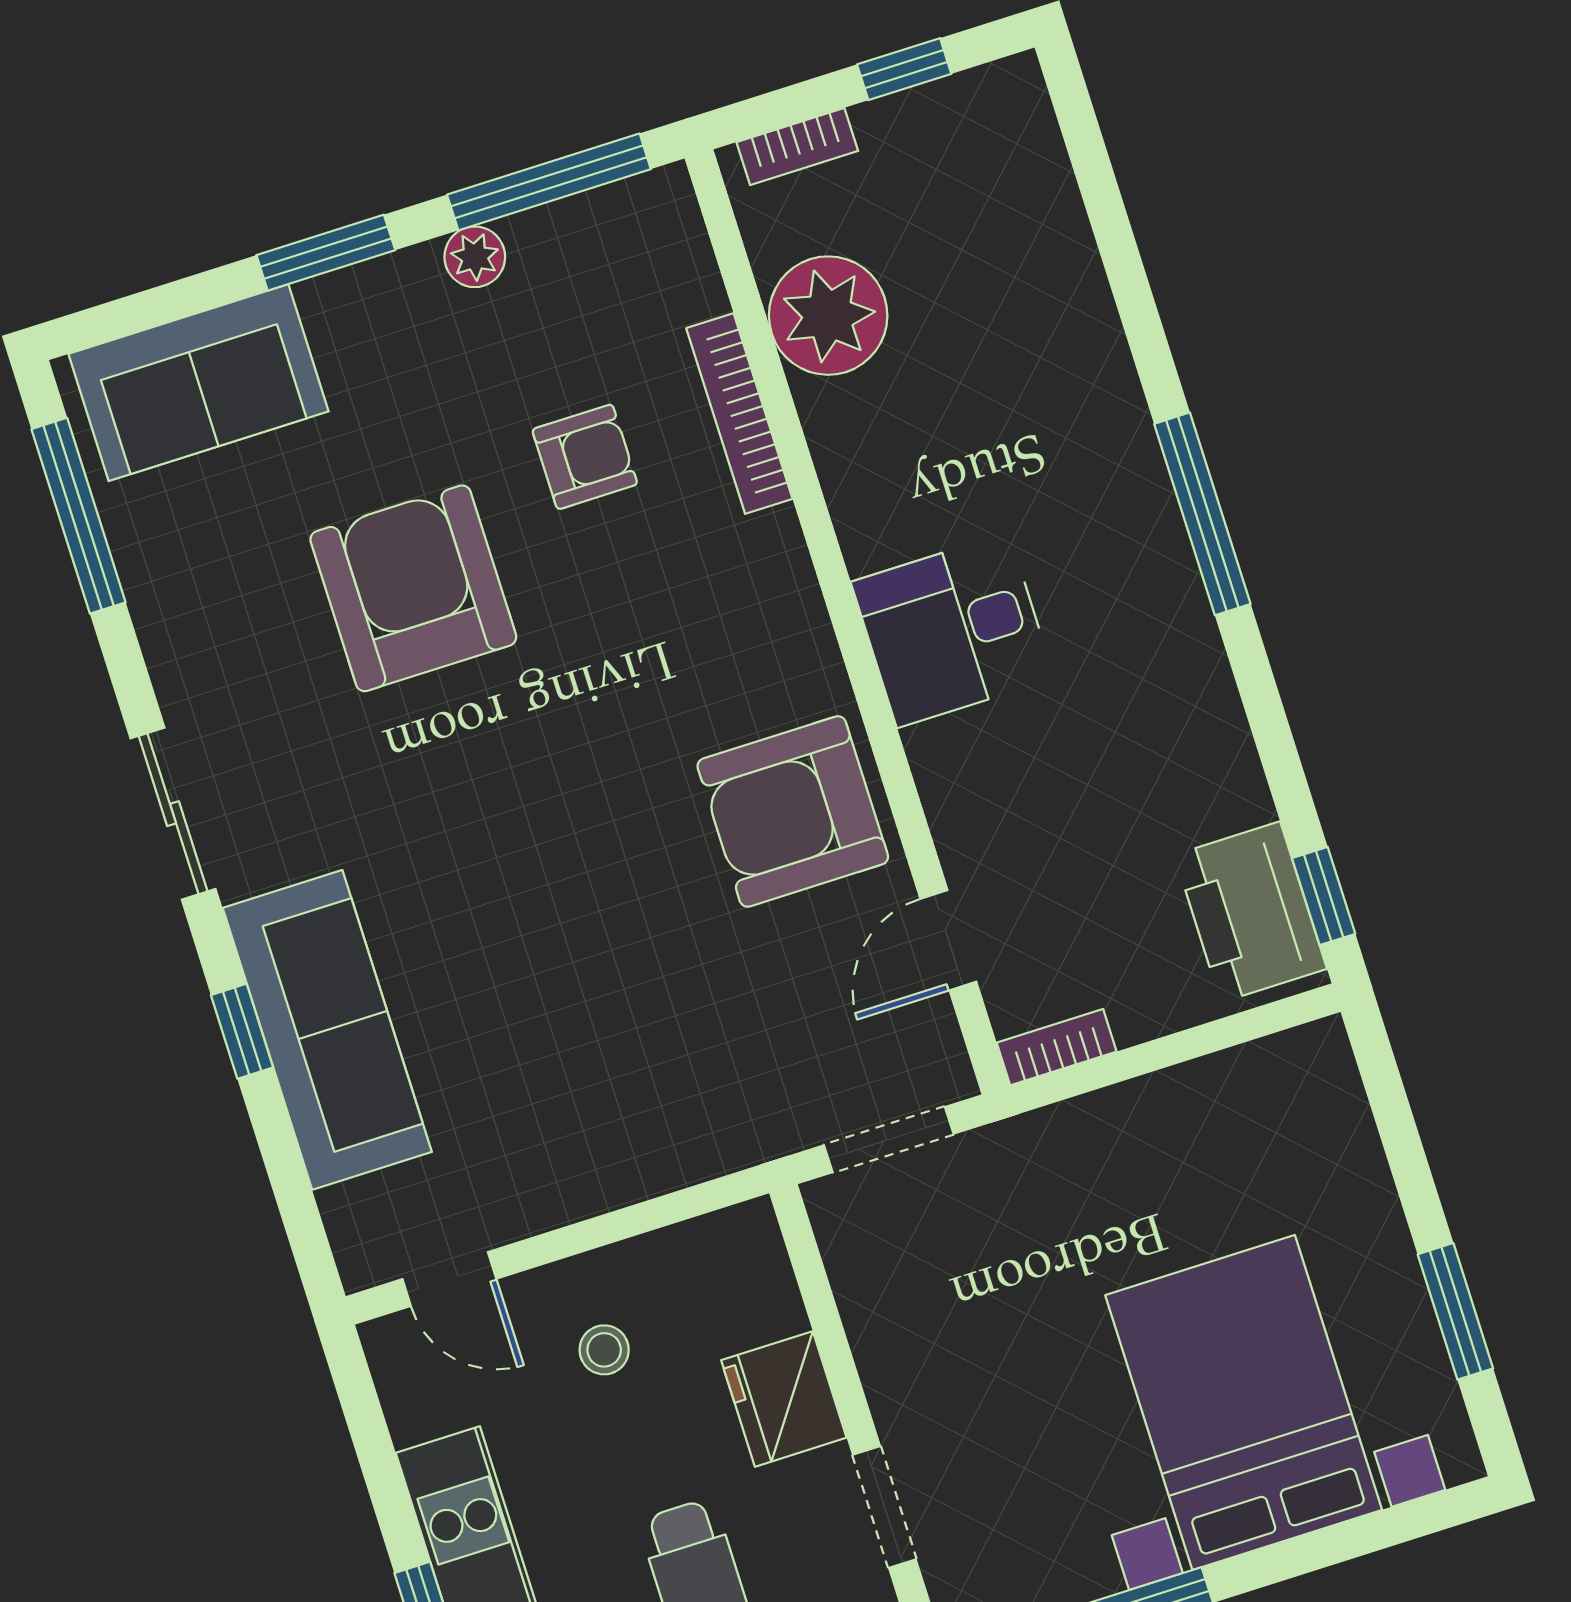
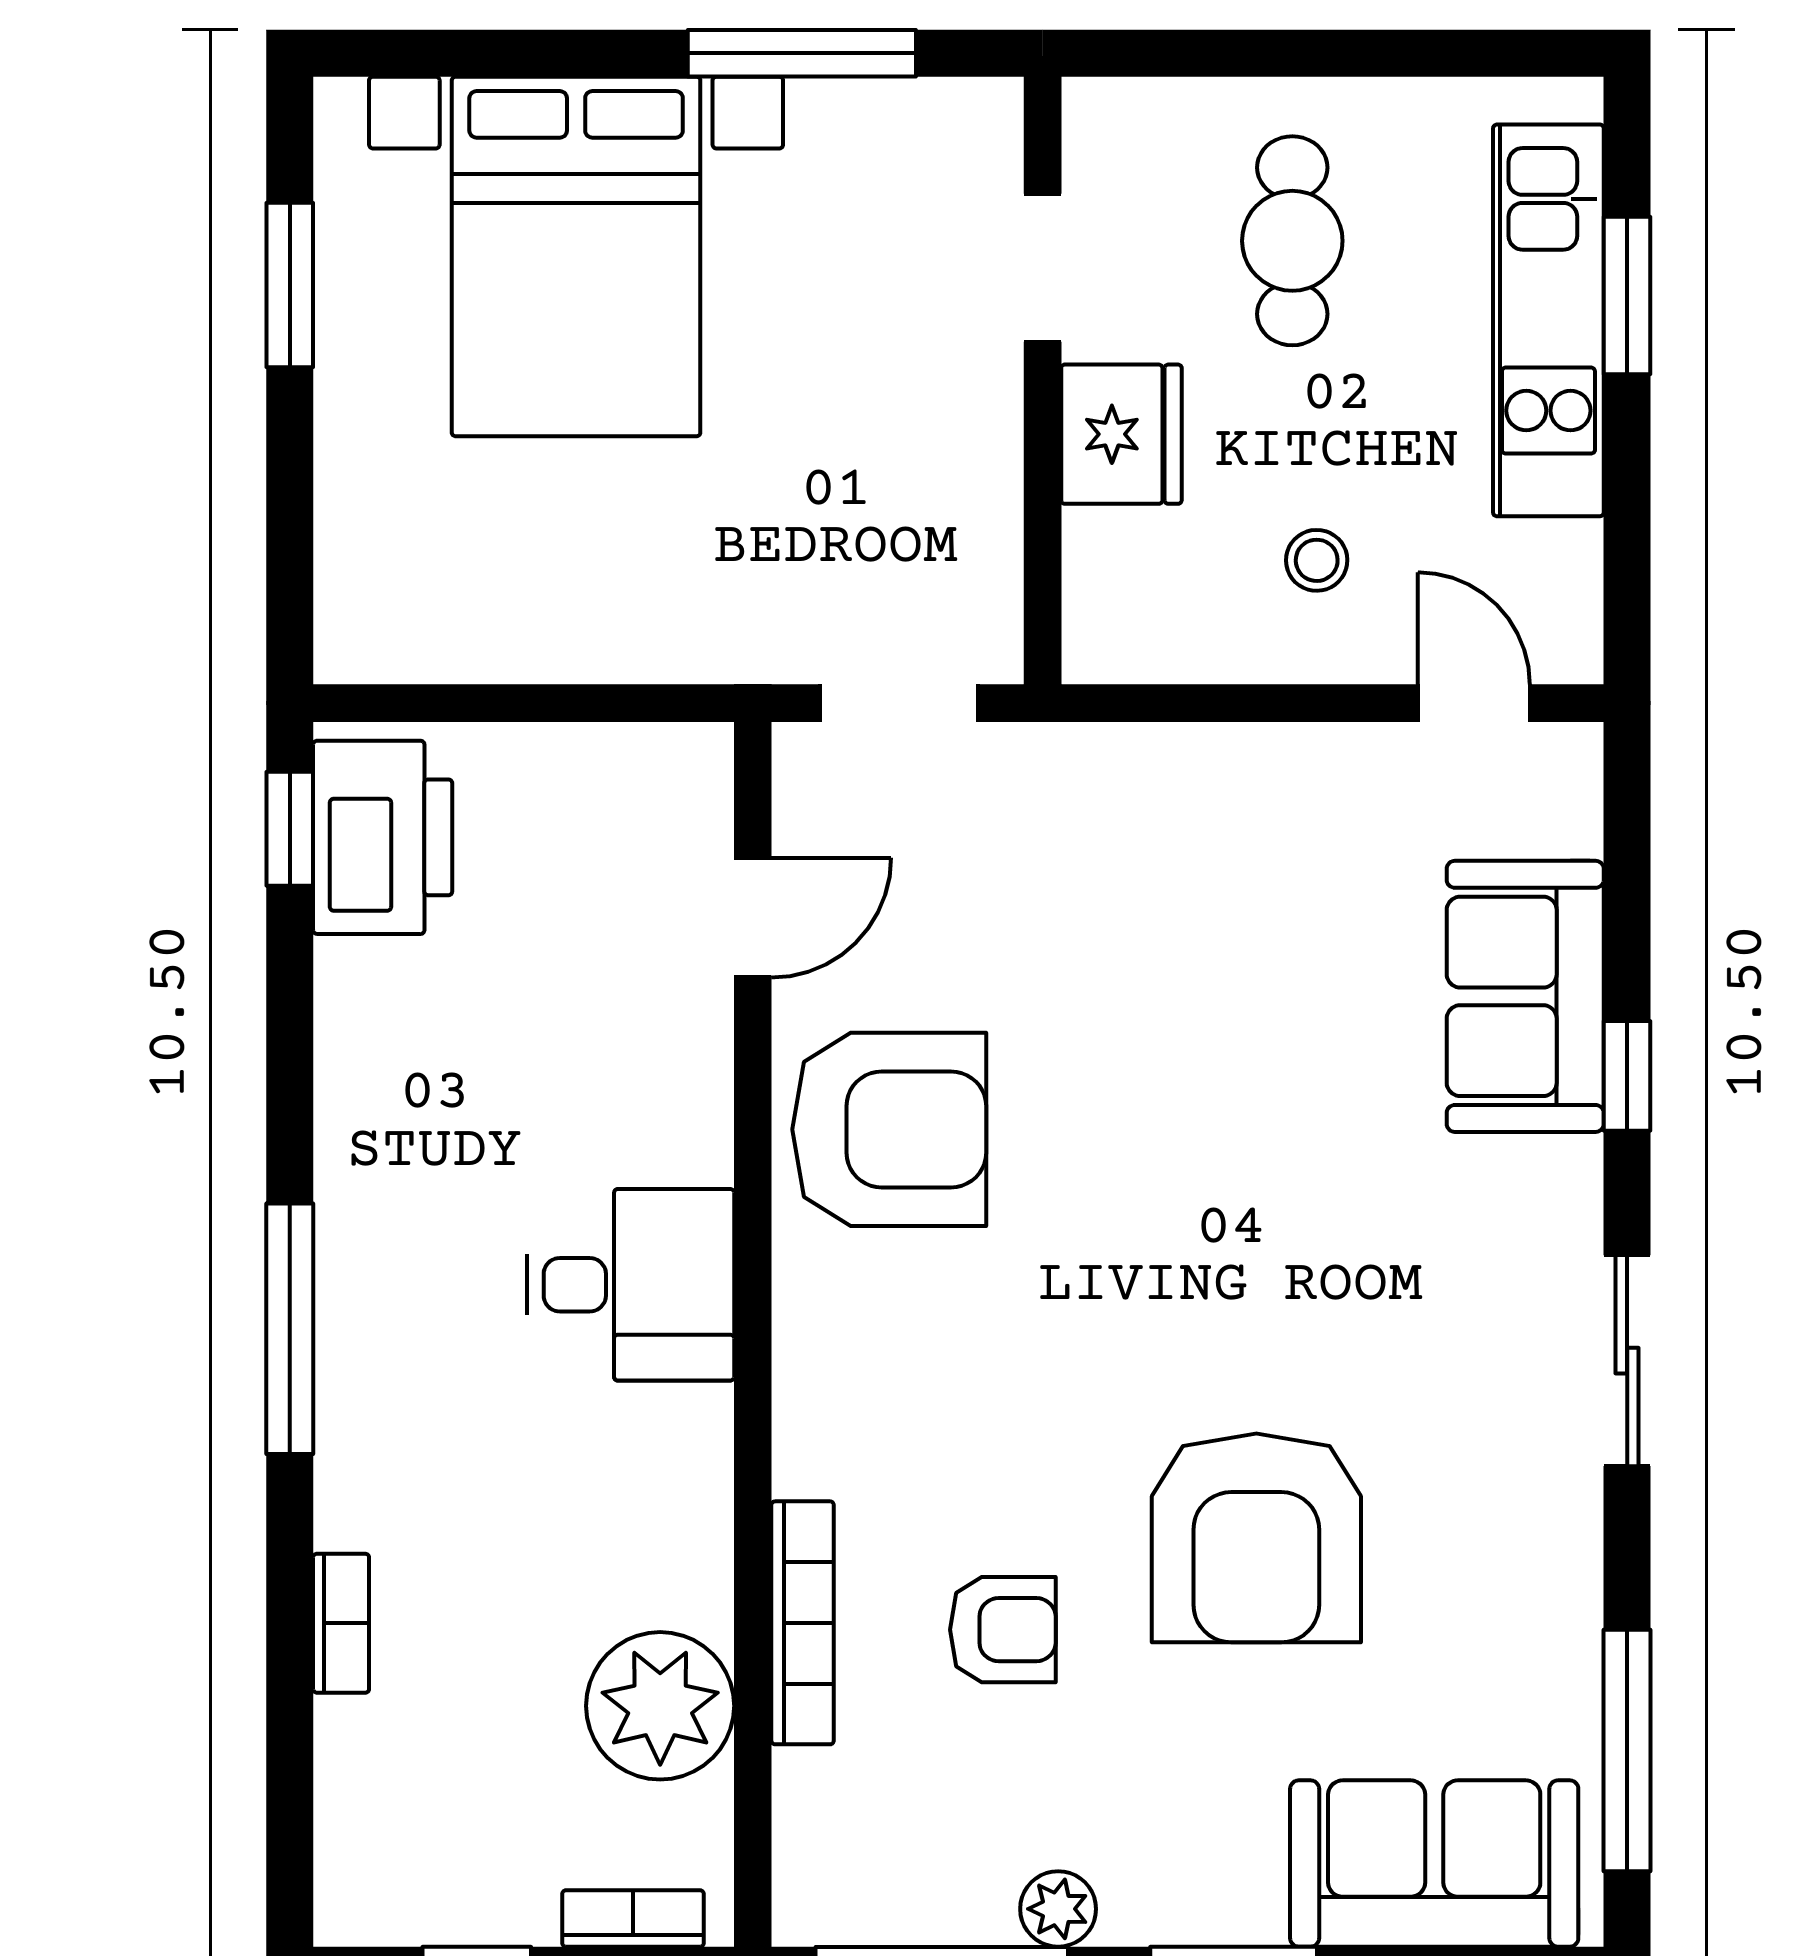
armchair: (585, 457) -> (1003, 1630), turned 180
sofa: (327, 1030) -> (1525, 996), width x0.73
bookcase: (1057, 1047) -> (341, 1623), moved, turned -90

